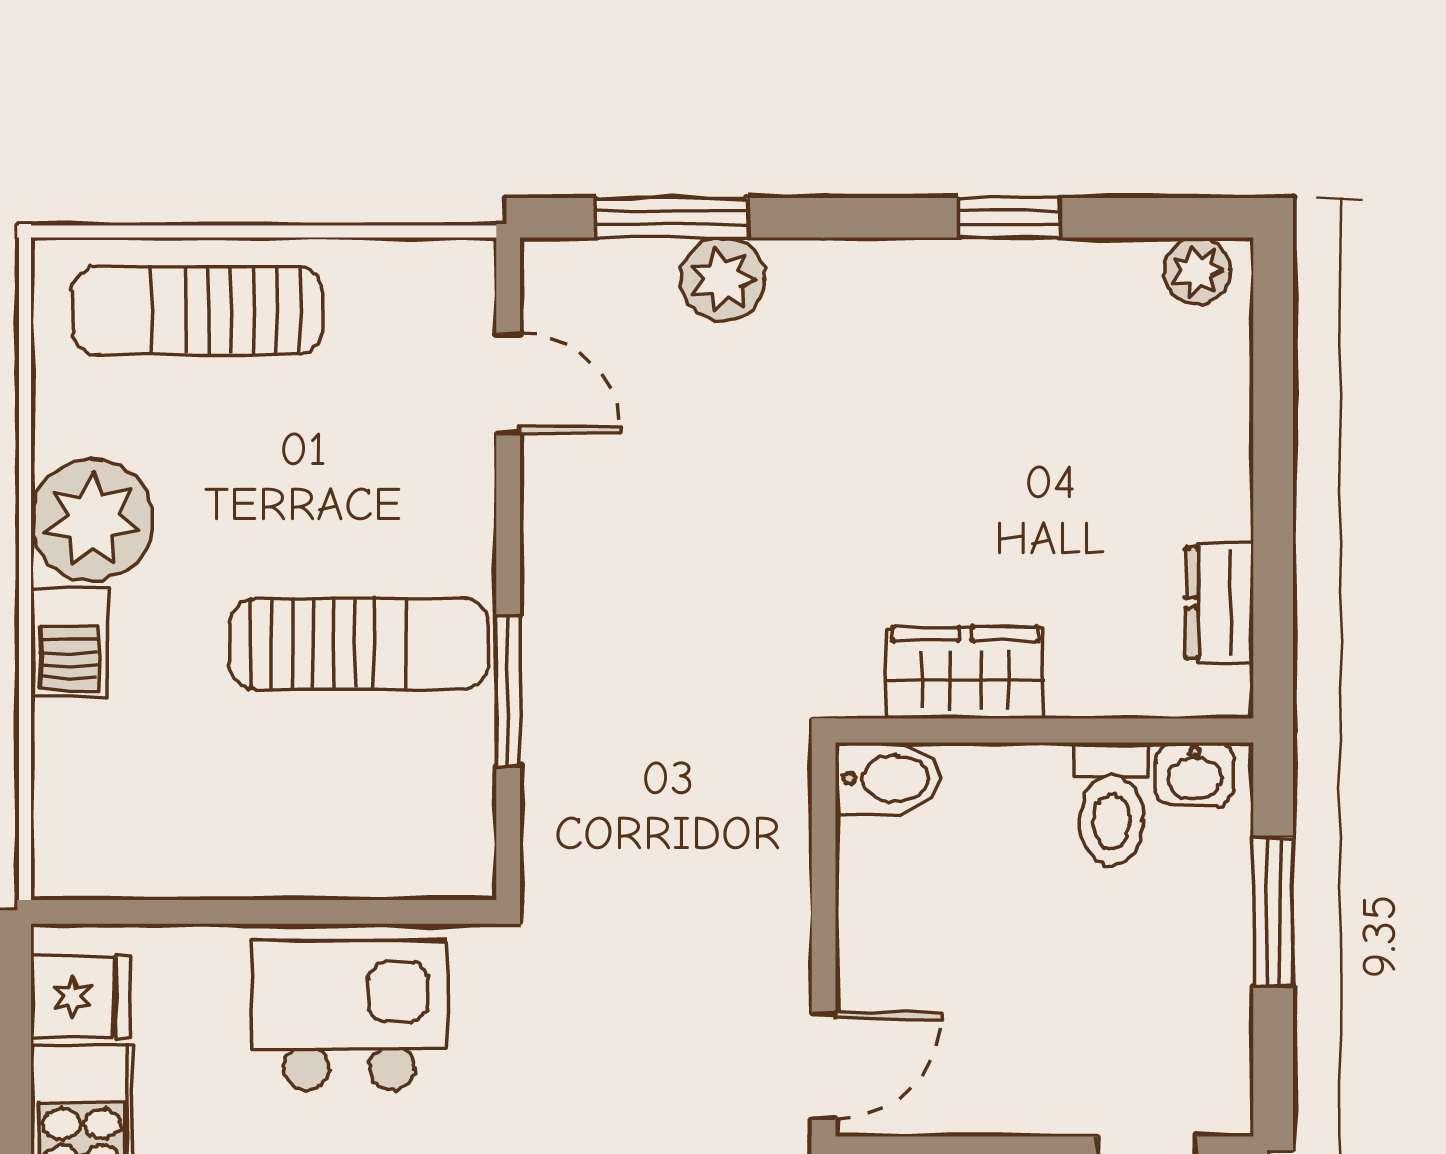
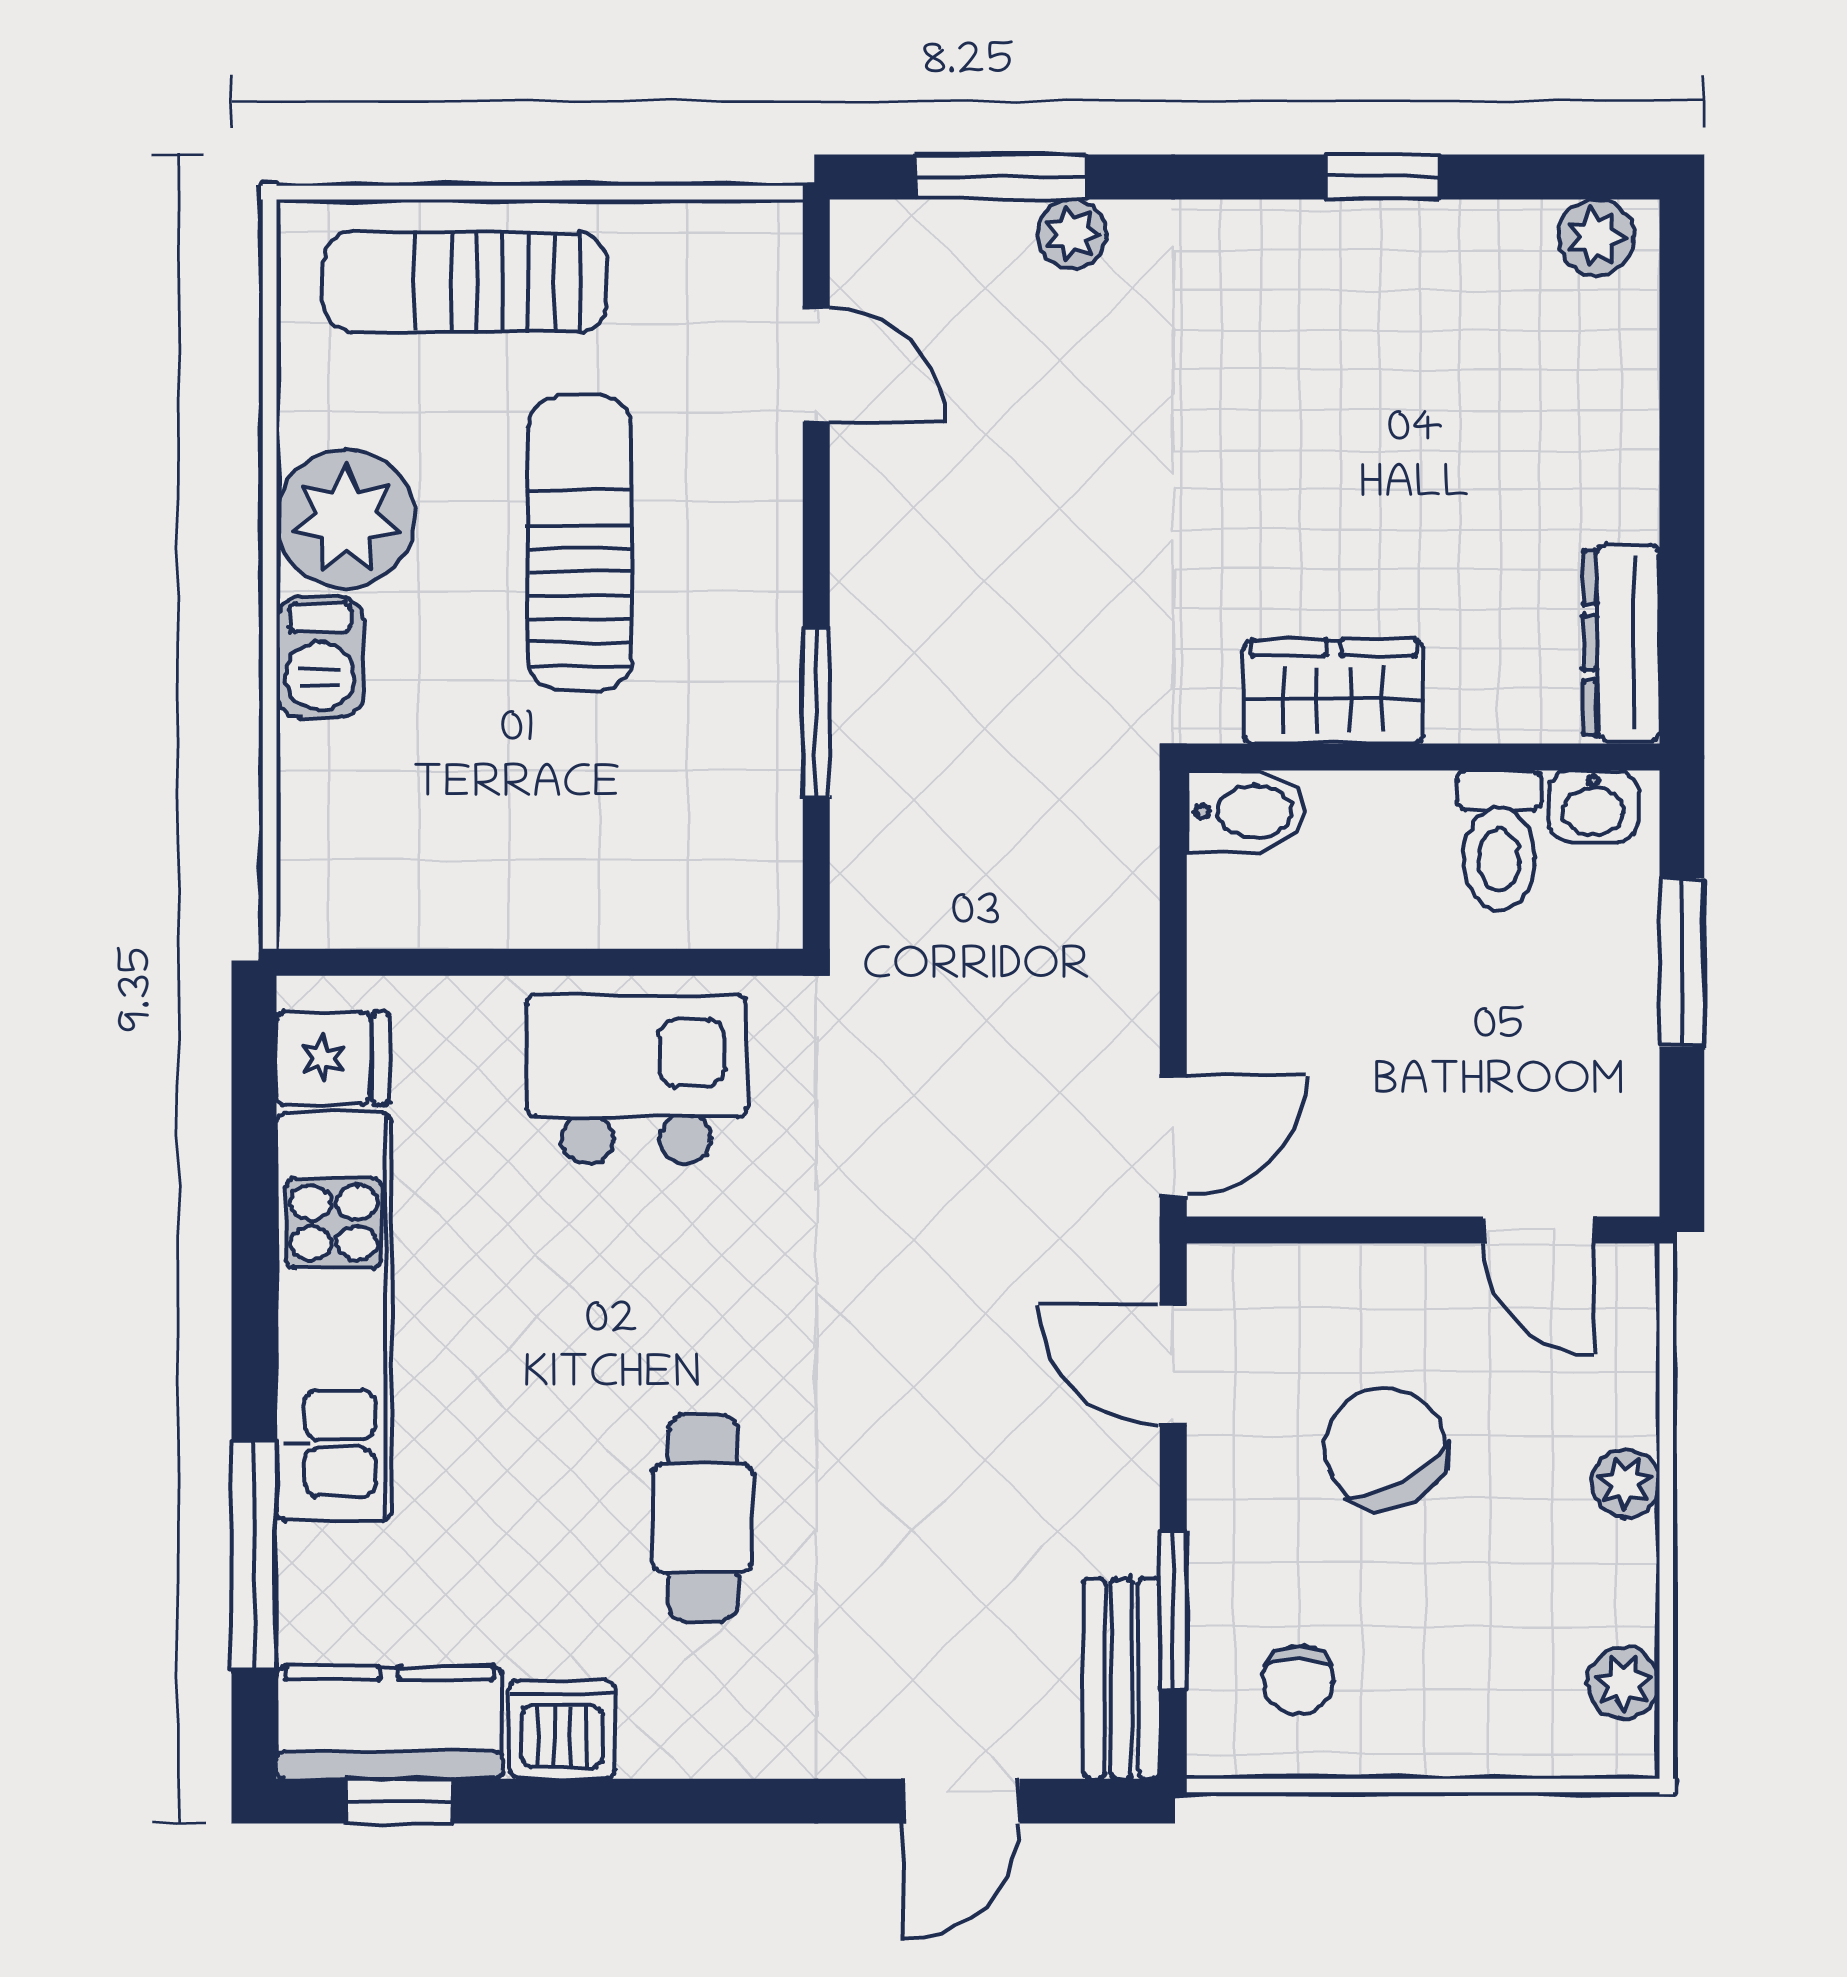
plant: (723, 280) -> (1072, 234), width x0.73, depth x0.73
dresser: (1220, 603) -> (1621, 643), width x1.44
sun lounger: (359, 643) -> (580, 543), moved, turned -90

